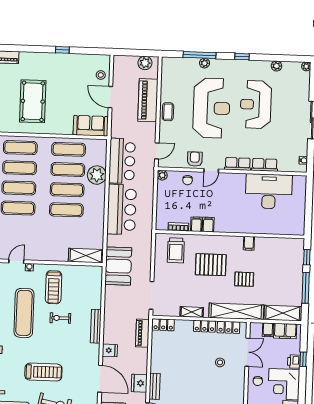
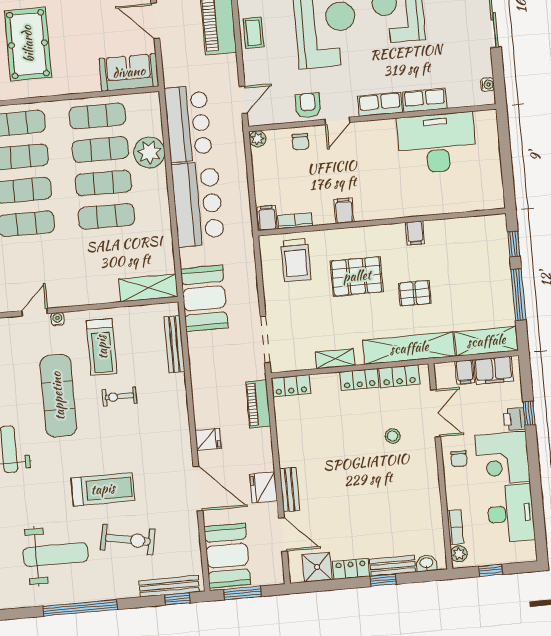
filing cabinet: (196, 224) -> (267, 218), moved
bench: (96, 326) -> (174, 344), moved

